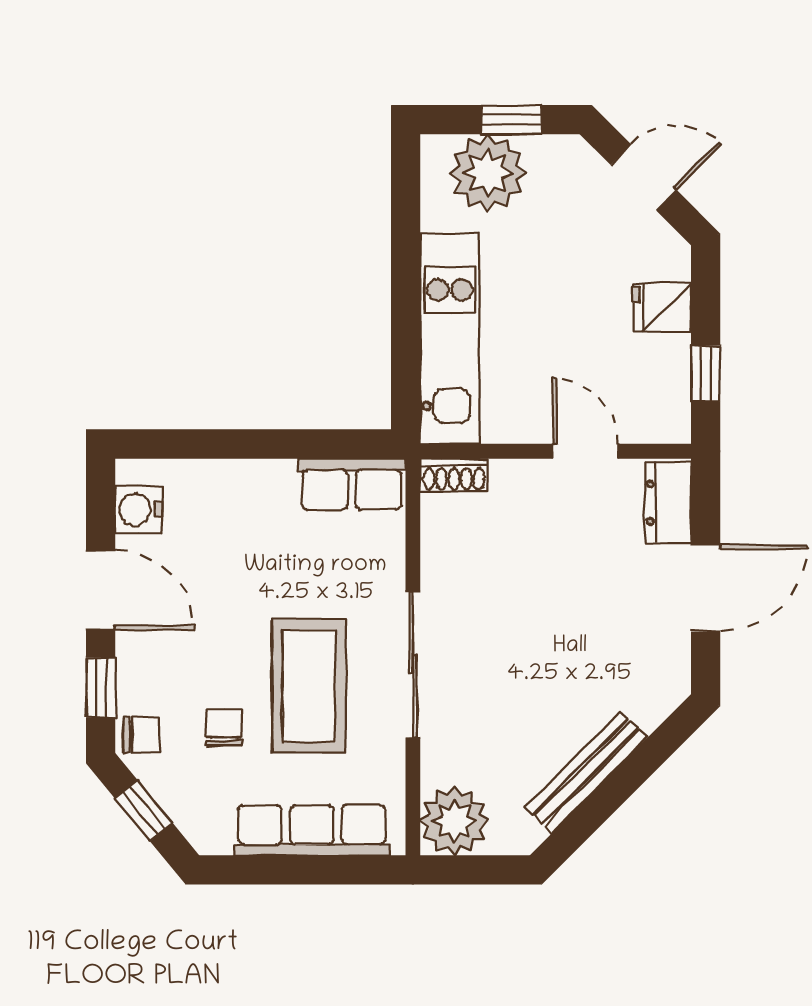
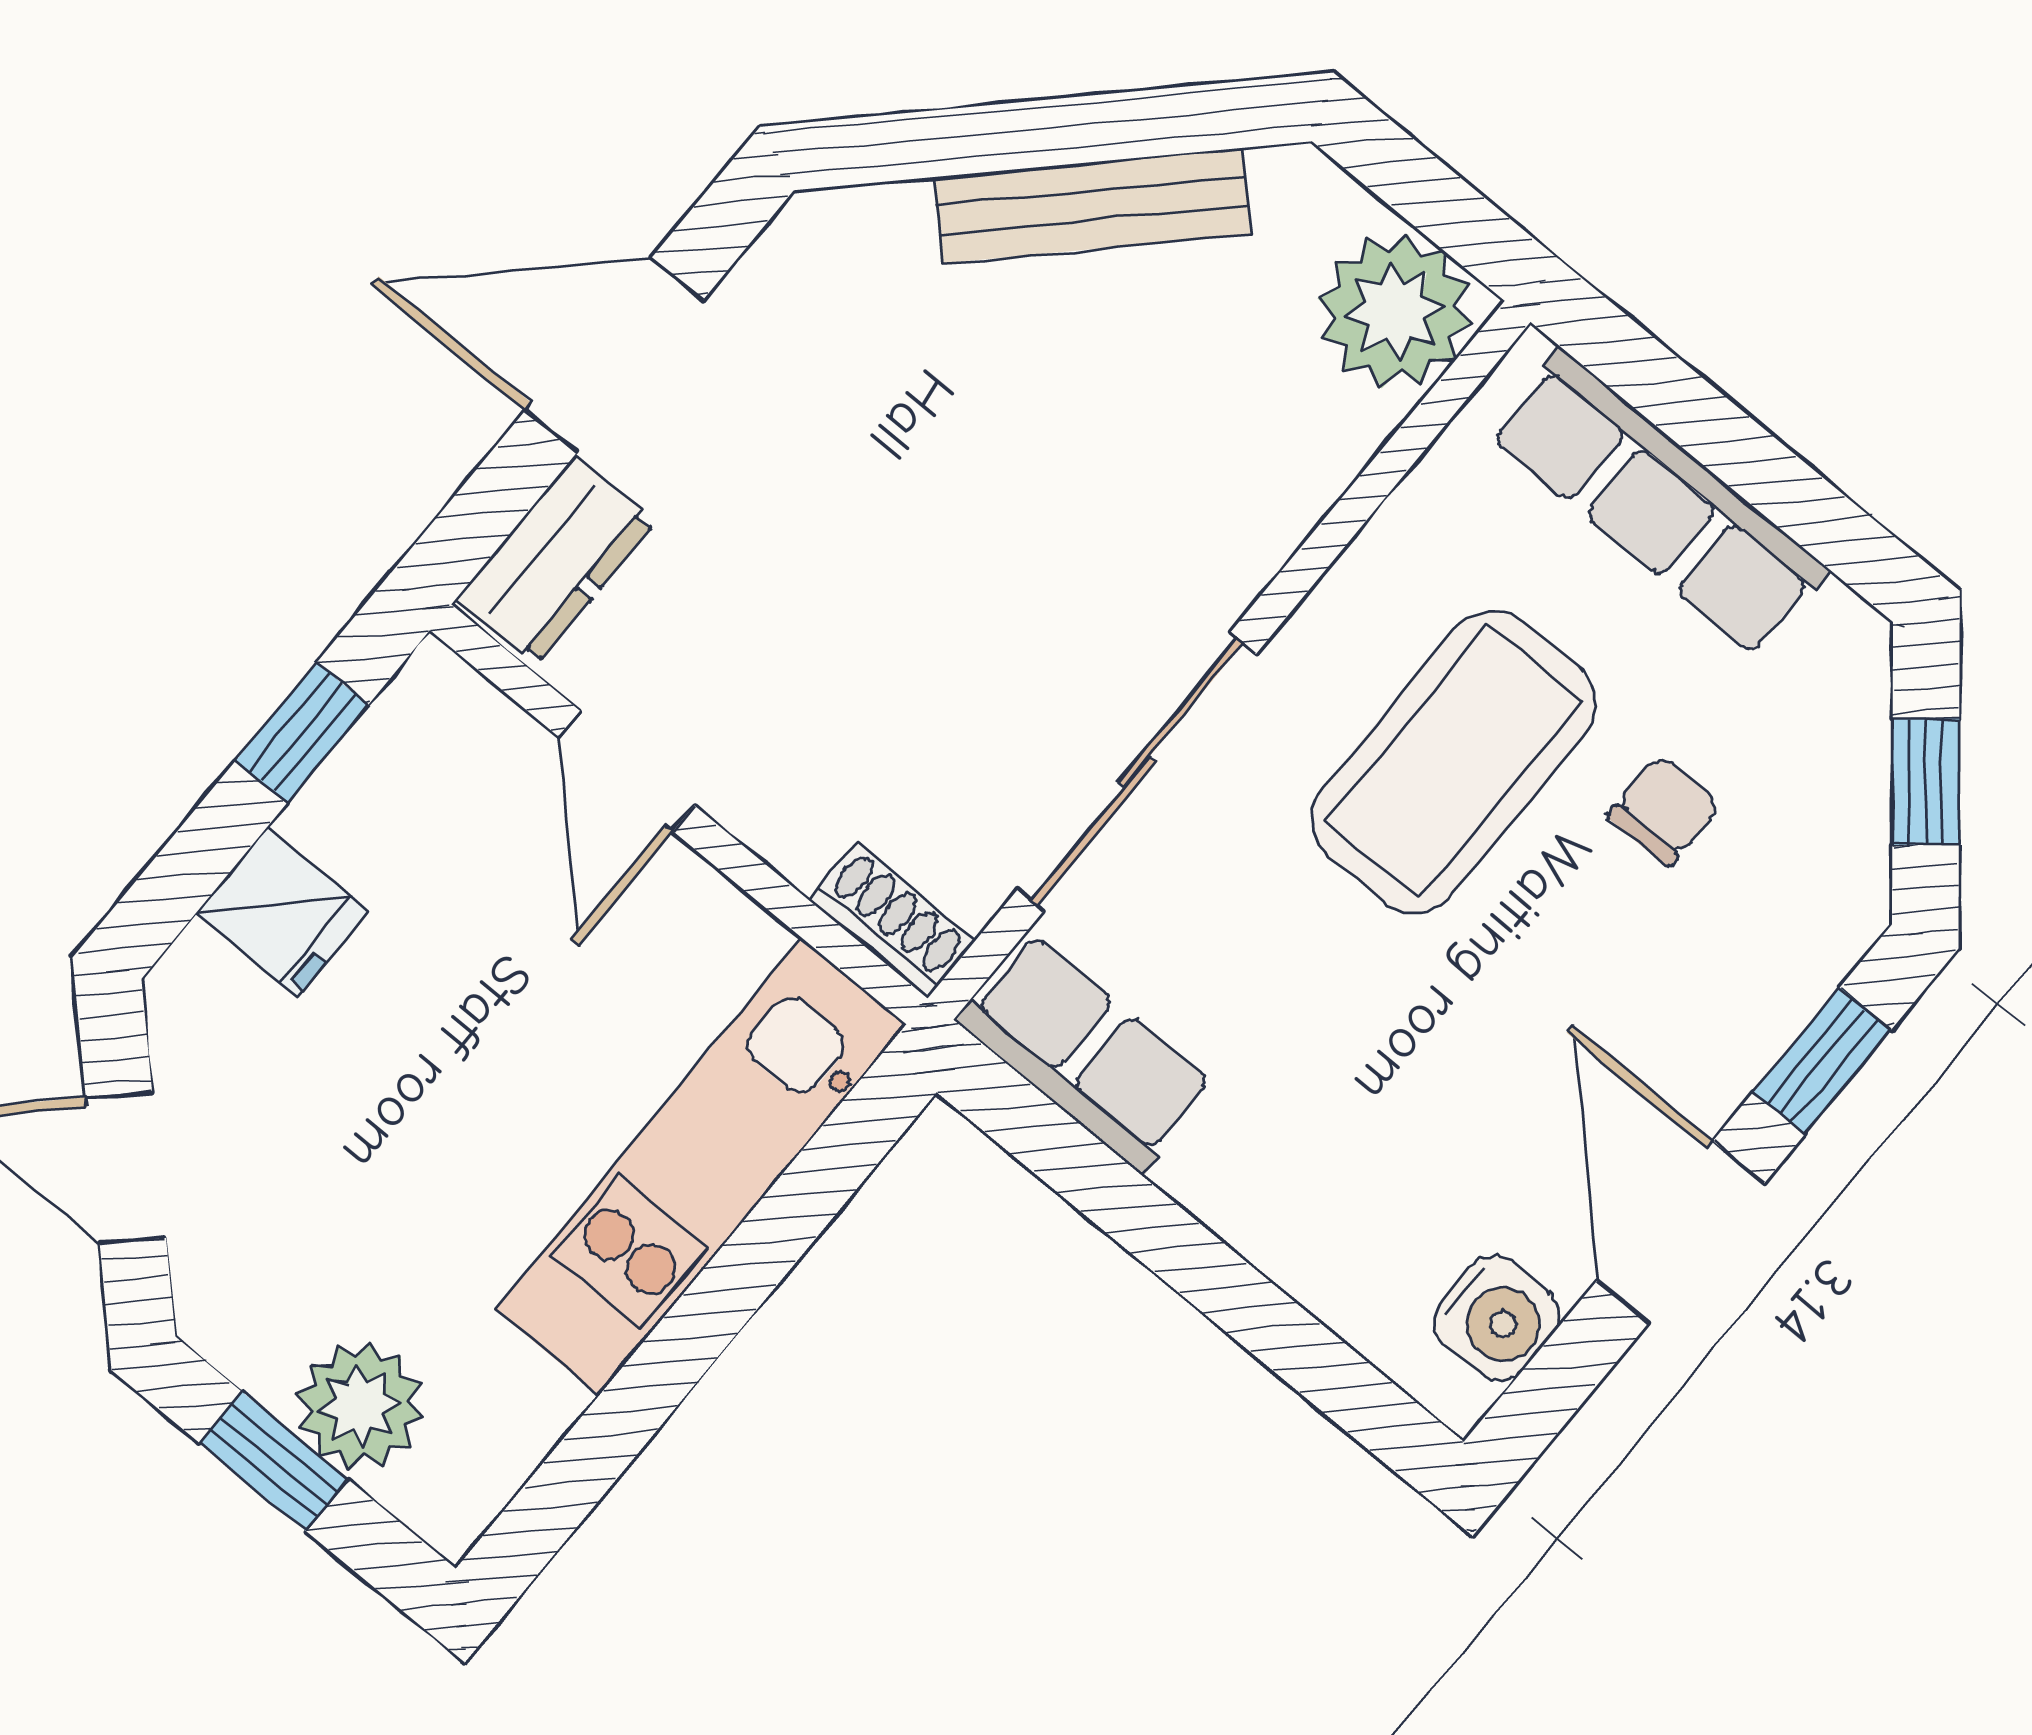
plant: (488, 173) -> (360, 1406), width x0.73, depth x0.73
sliding door: (413, 665) -> (1137, 772), moved
chair: (224, 728) -> (1664, 810), turned 180
chair: (142, 735) -> (1819, 918), removed

